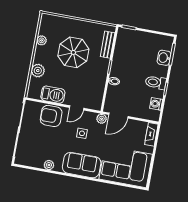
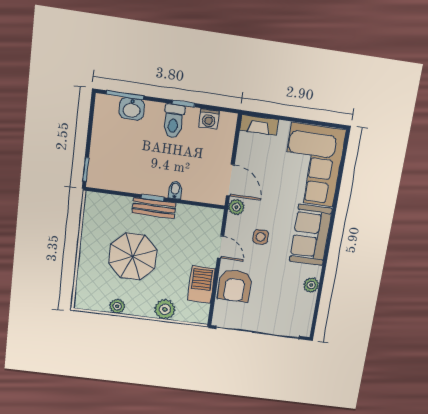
bench: (108, 45) -> (154, 208), moved

